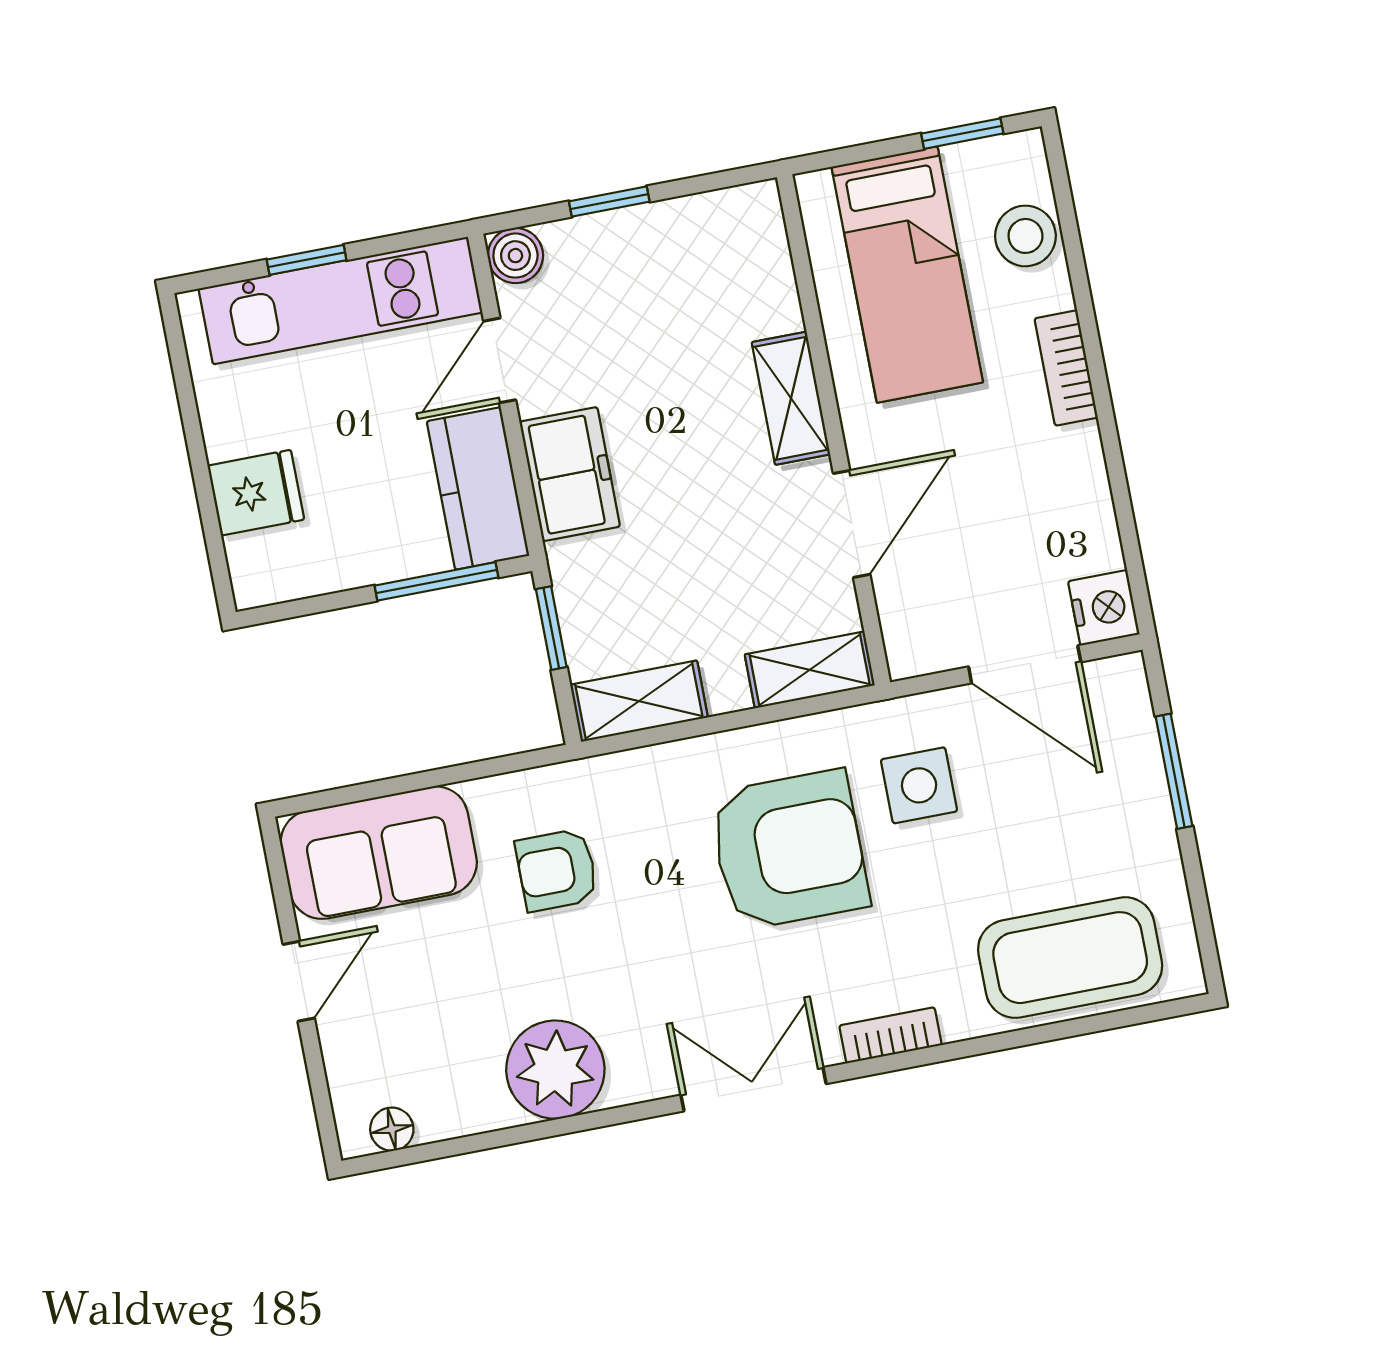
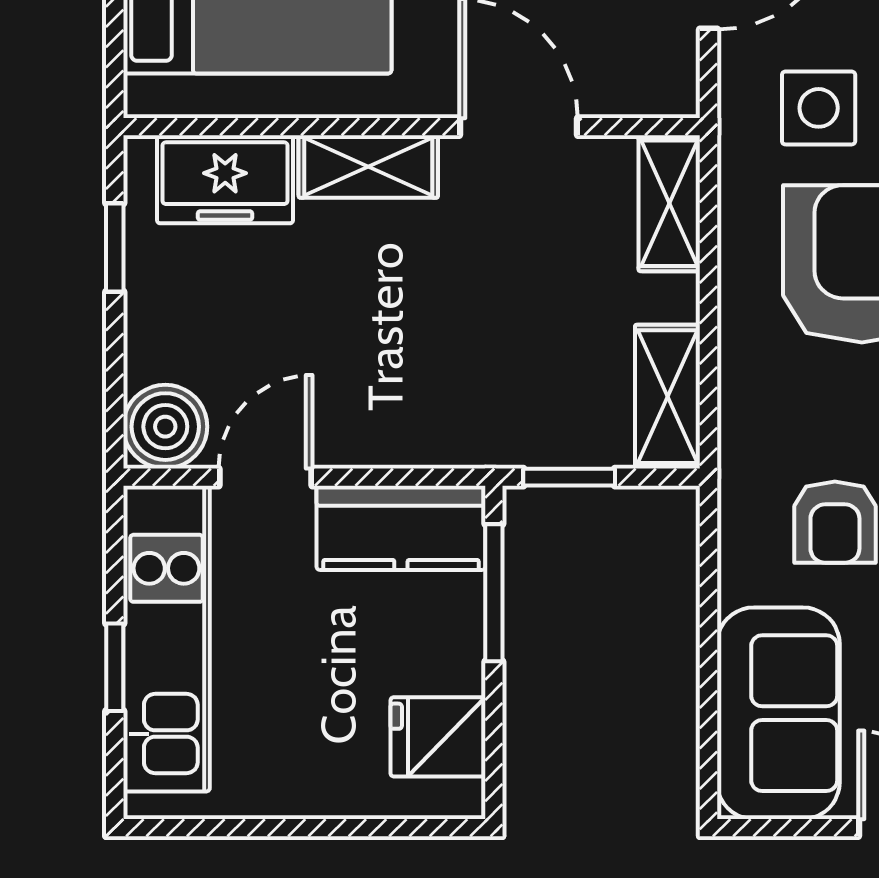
window: (609, 202) -> (115, 247), moved
boiler: (515, 256) -> (165, 427), width x1.36, depth x1.36
door: (500, 360) -> (266, 477), swing flipped
freezer: (570, 474) -> (225, 179), moved, turned 180
fridge: (256, 493) -> (438, 737), moved, turned -90

